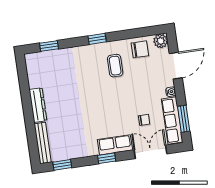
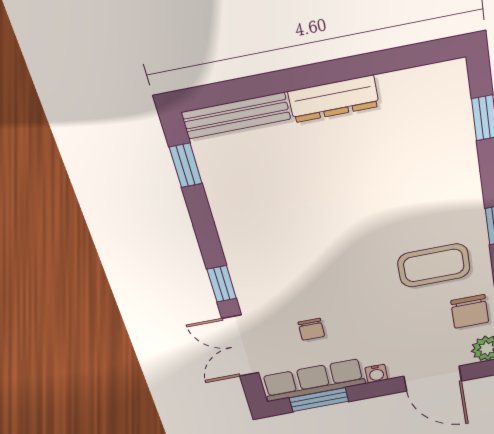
coffee table: (115, 66) -> (434, 265), width x1.36, depth x1.30
row of seats: (115, 145) -> (249, 276), removed
double door: (151, 152) -> (241, 346), swing flipped
window: (107, 158) -> (222, 284), moved

